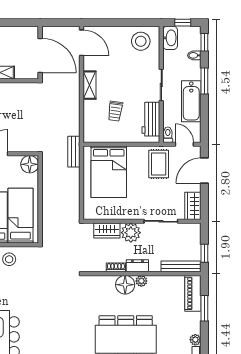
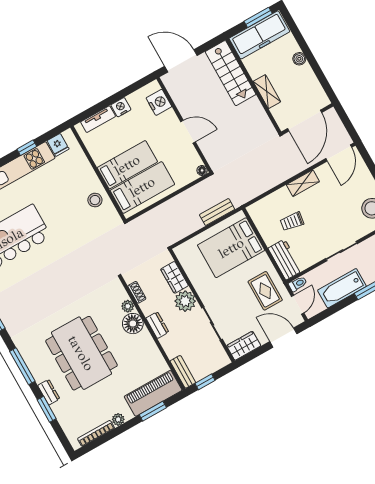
workbench: (151, 119) -> (285, 259), moved, turned 90
bench: (74, 152) -> (217, 212), moved
floor lamp: (30, 164) -> (202, 170), width x0.53, depth x0.53
rug: (159, 164) -> (265, 291), turned 90
bench: (181, 266) -> (183, 372), width x0.73
shoe rack: (116, 267) -> (137, 292), moved
plant: (141, 281) -> (128, 306), moved
piano: (193, 293) -> (153, 393), width x1.37, depth x1.33

